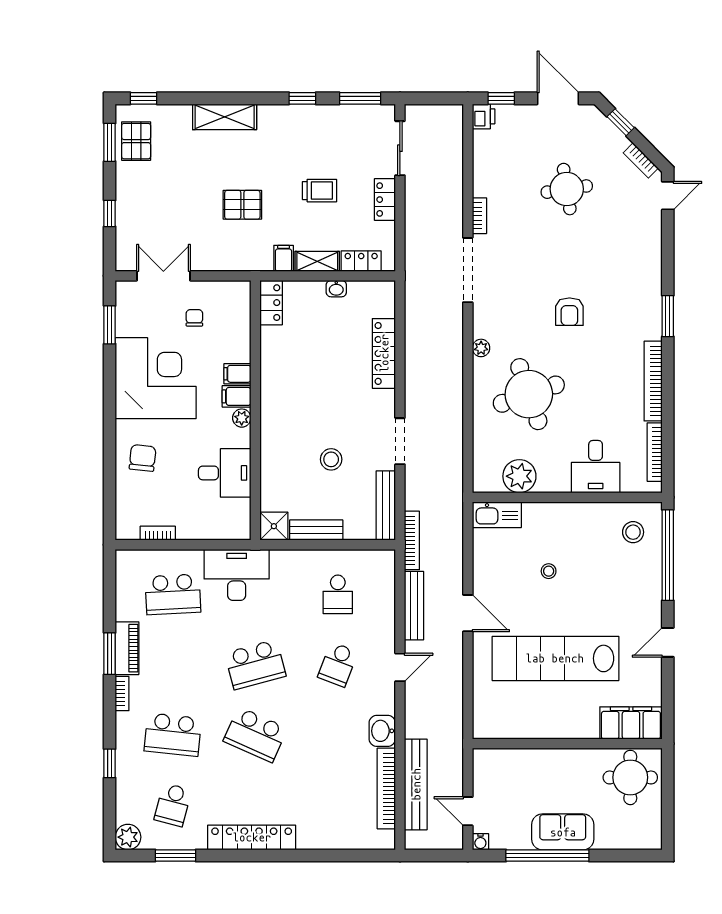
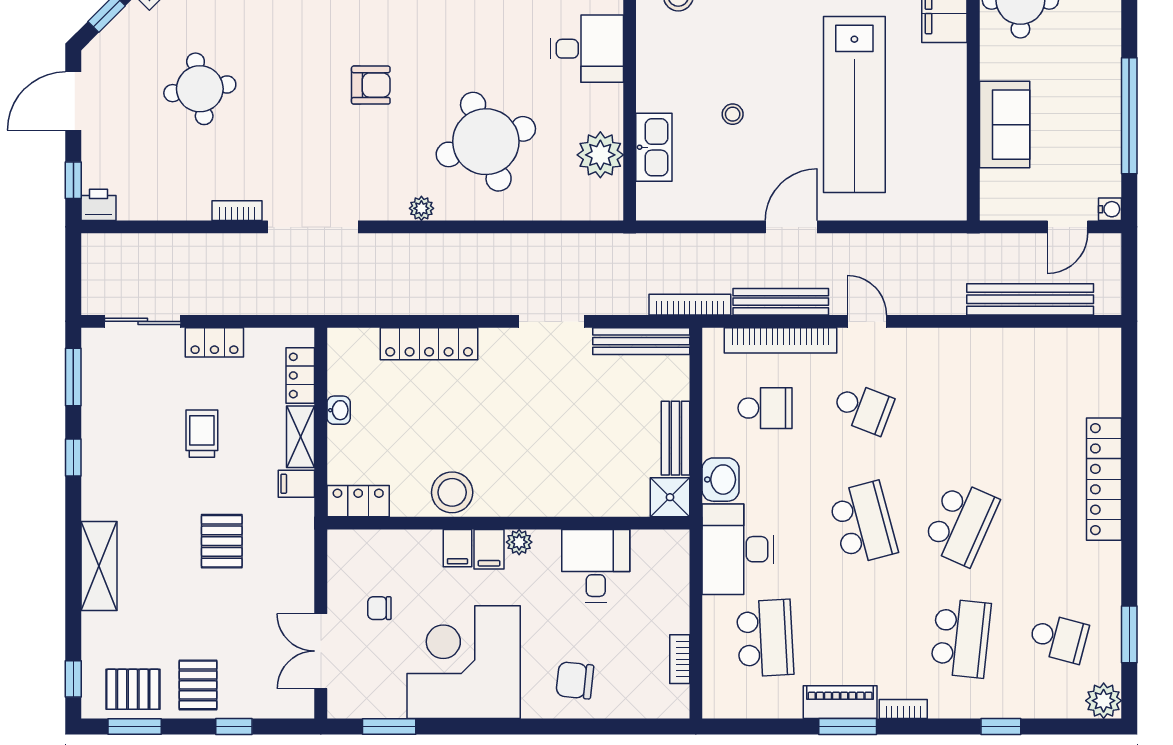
pallet: (139, 188) -> (198, 685), added
stool: (331, 459) -> (452, 492), moved, width x1.38, depth x1.38
kitchen sink: (497, 515) -> (654, 147), moved
washbasin: (382, 731) -> (721, 480), moved, turned -90
bookcase: (386, 789) -> (781, 340), moved
sofa: (563, 832) -> (1005, 125), moved, turned 180
locker: (252, 837) -> (1104, 479), moved

